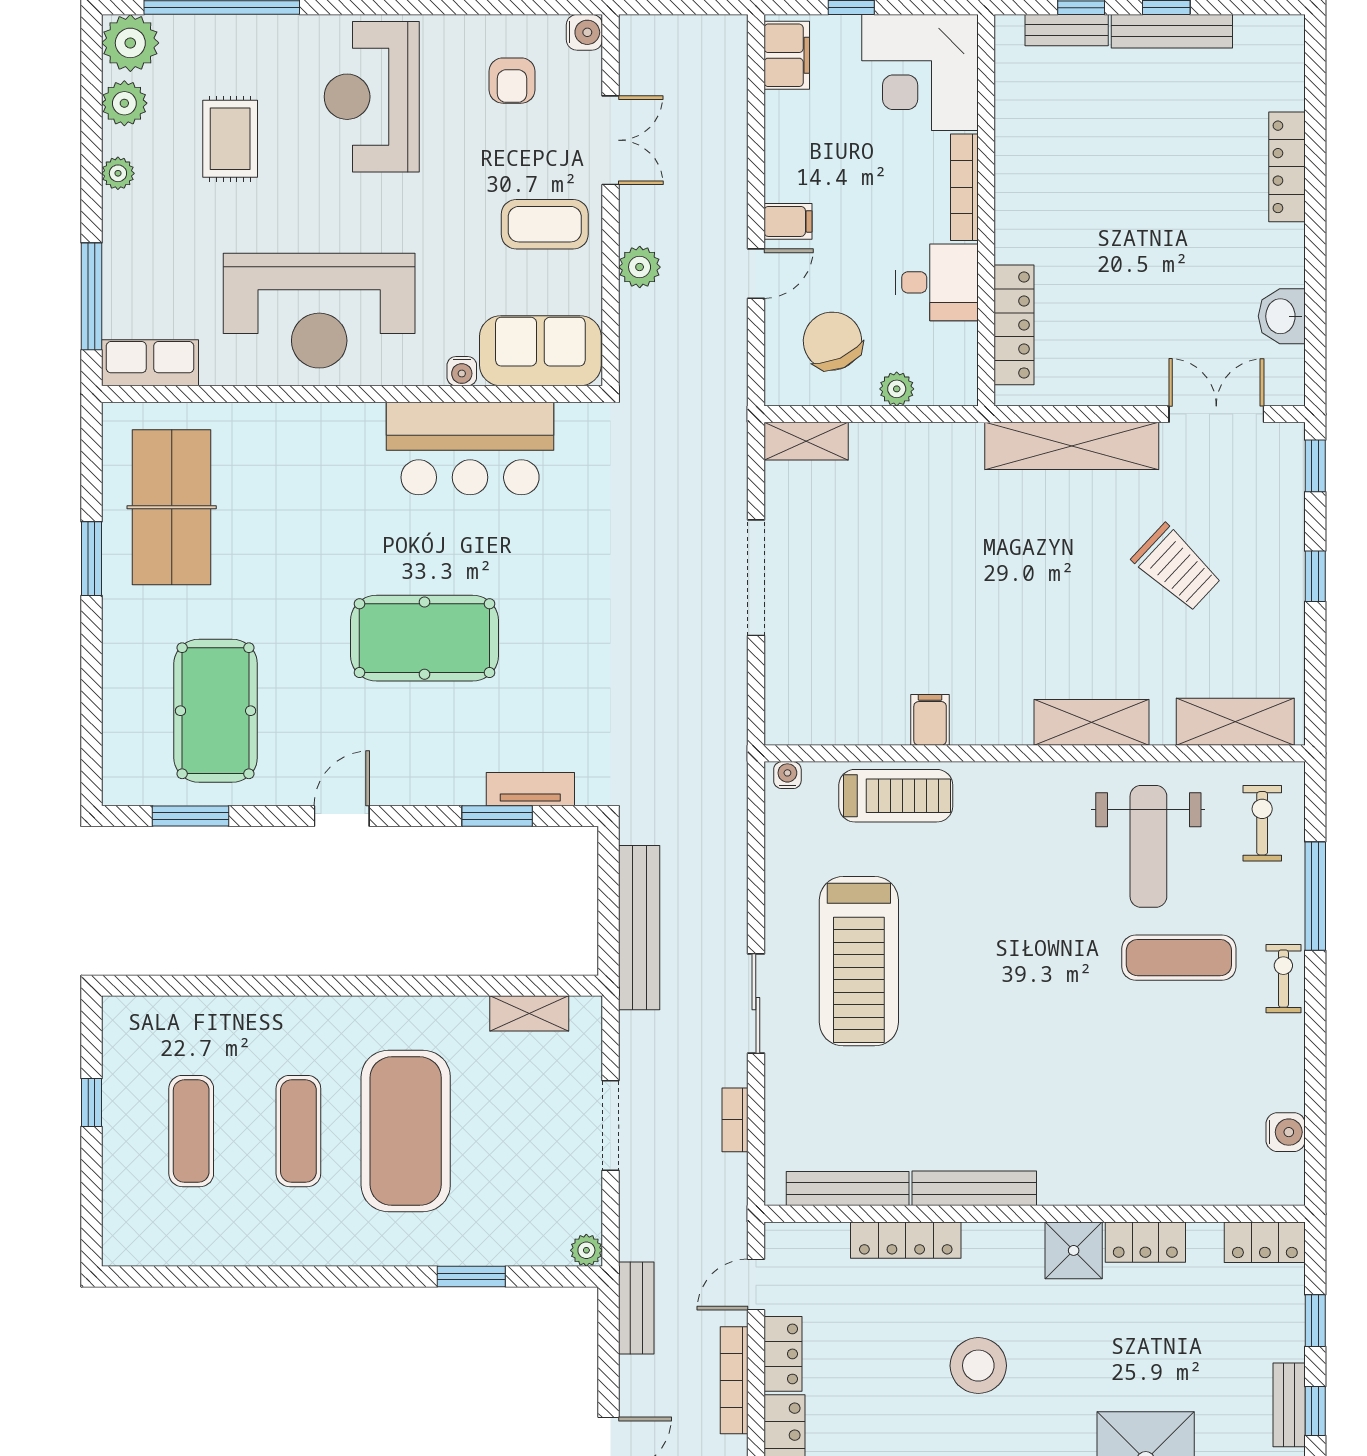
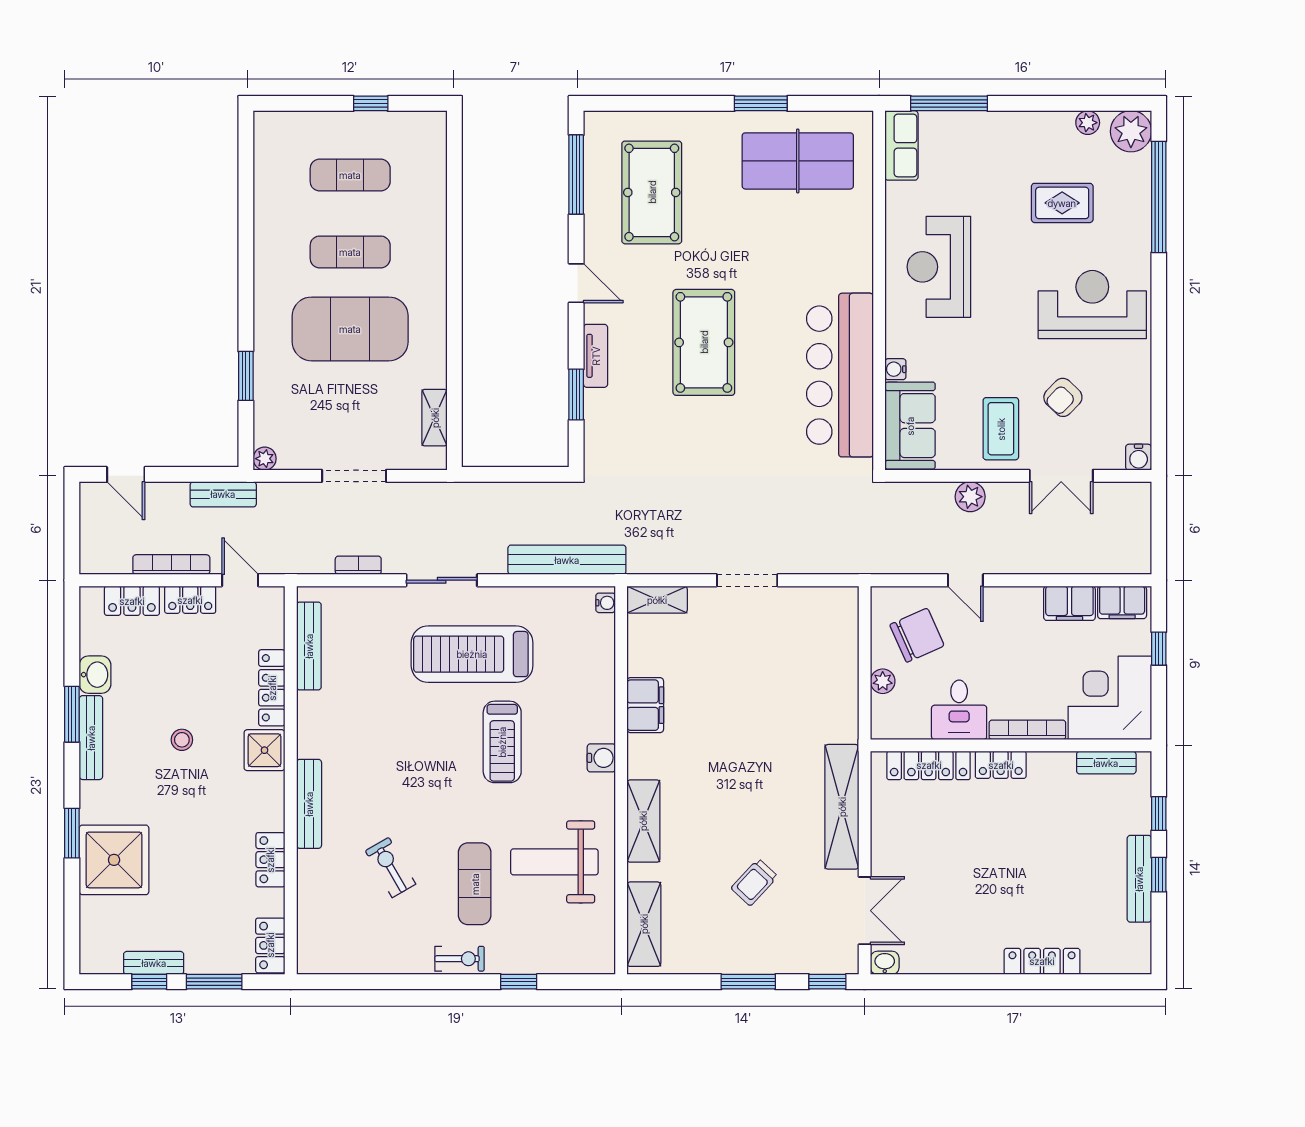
bench: (1067, 30) -> (1106, 763), moved, turned 90
armchair: (512, 81) -> (1063, 397), moved, turned -46
plant: (124, 103) -> (1088, 123), width x0.73, depth x0.73
plant: (118, 173) -> (1037, 122), removed
filing cabinet: (788, 221) -> (1069, 603), moved, width x2.00
locker: (1013, 224) -> (1001, 765), added
reception desk: (319, 311) -> (939, 267), width x0.74, depth x0.77
washbasin: (1282, 316) -> (885, 963), moved, width x0.72, depth x0.69
shelving: (806, 441) -> (657, 600), moved, turned 90
bar counter: (470, 448) -> (840, 375), width x1.36
trolley: (1177, 568) -> (754, 882), width x0.73, depth x0.72
window: (1315, 576) -> (748, 982), width x1.50
doorway: (756, 578) -> (747, 580), width x0.73
pool table: (216, 711) -> (652, 192), turned 90
filing cabinet: (930, 720) -> (645, 705), width x2.00
tv unit: (530, 789) -> (596, 356), moved
treadmill: (896, 796) -> (502, 742), moved
window: (191, 816) -> (576, 175), width x1.44
exercise bike: (1262, 823) -> (391, 868), moved, turned -120
window: (1315, 896) -> (519, 982), width x0.46
bench: (639, 928) -> (567, 560), moved
water cooler: (1286, 1132) -> (601, 758), moved, turned -90
bench: (974, 1188) -> (309, 804), moved
shower: (1074, 1250) -> (264, 750), moved
window: (1315, 1321) -> (214, 982), width x1.50
stool: (978, 1366) -> (182, 740), width x0.53, depth x0.53

